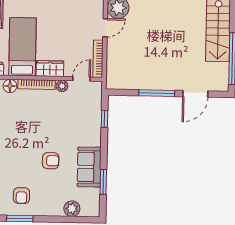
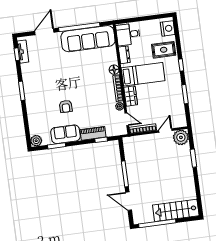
door: (105, 28) -> (165, 130), swing flipped
piano: (94, 129) -> (93, 133), added
armchair: (21, 196) -> (38, 90), removed
plant: (72, 209) -> (36, 141), moved

